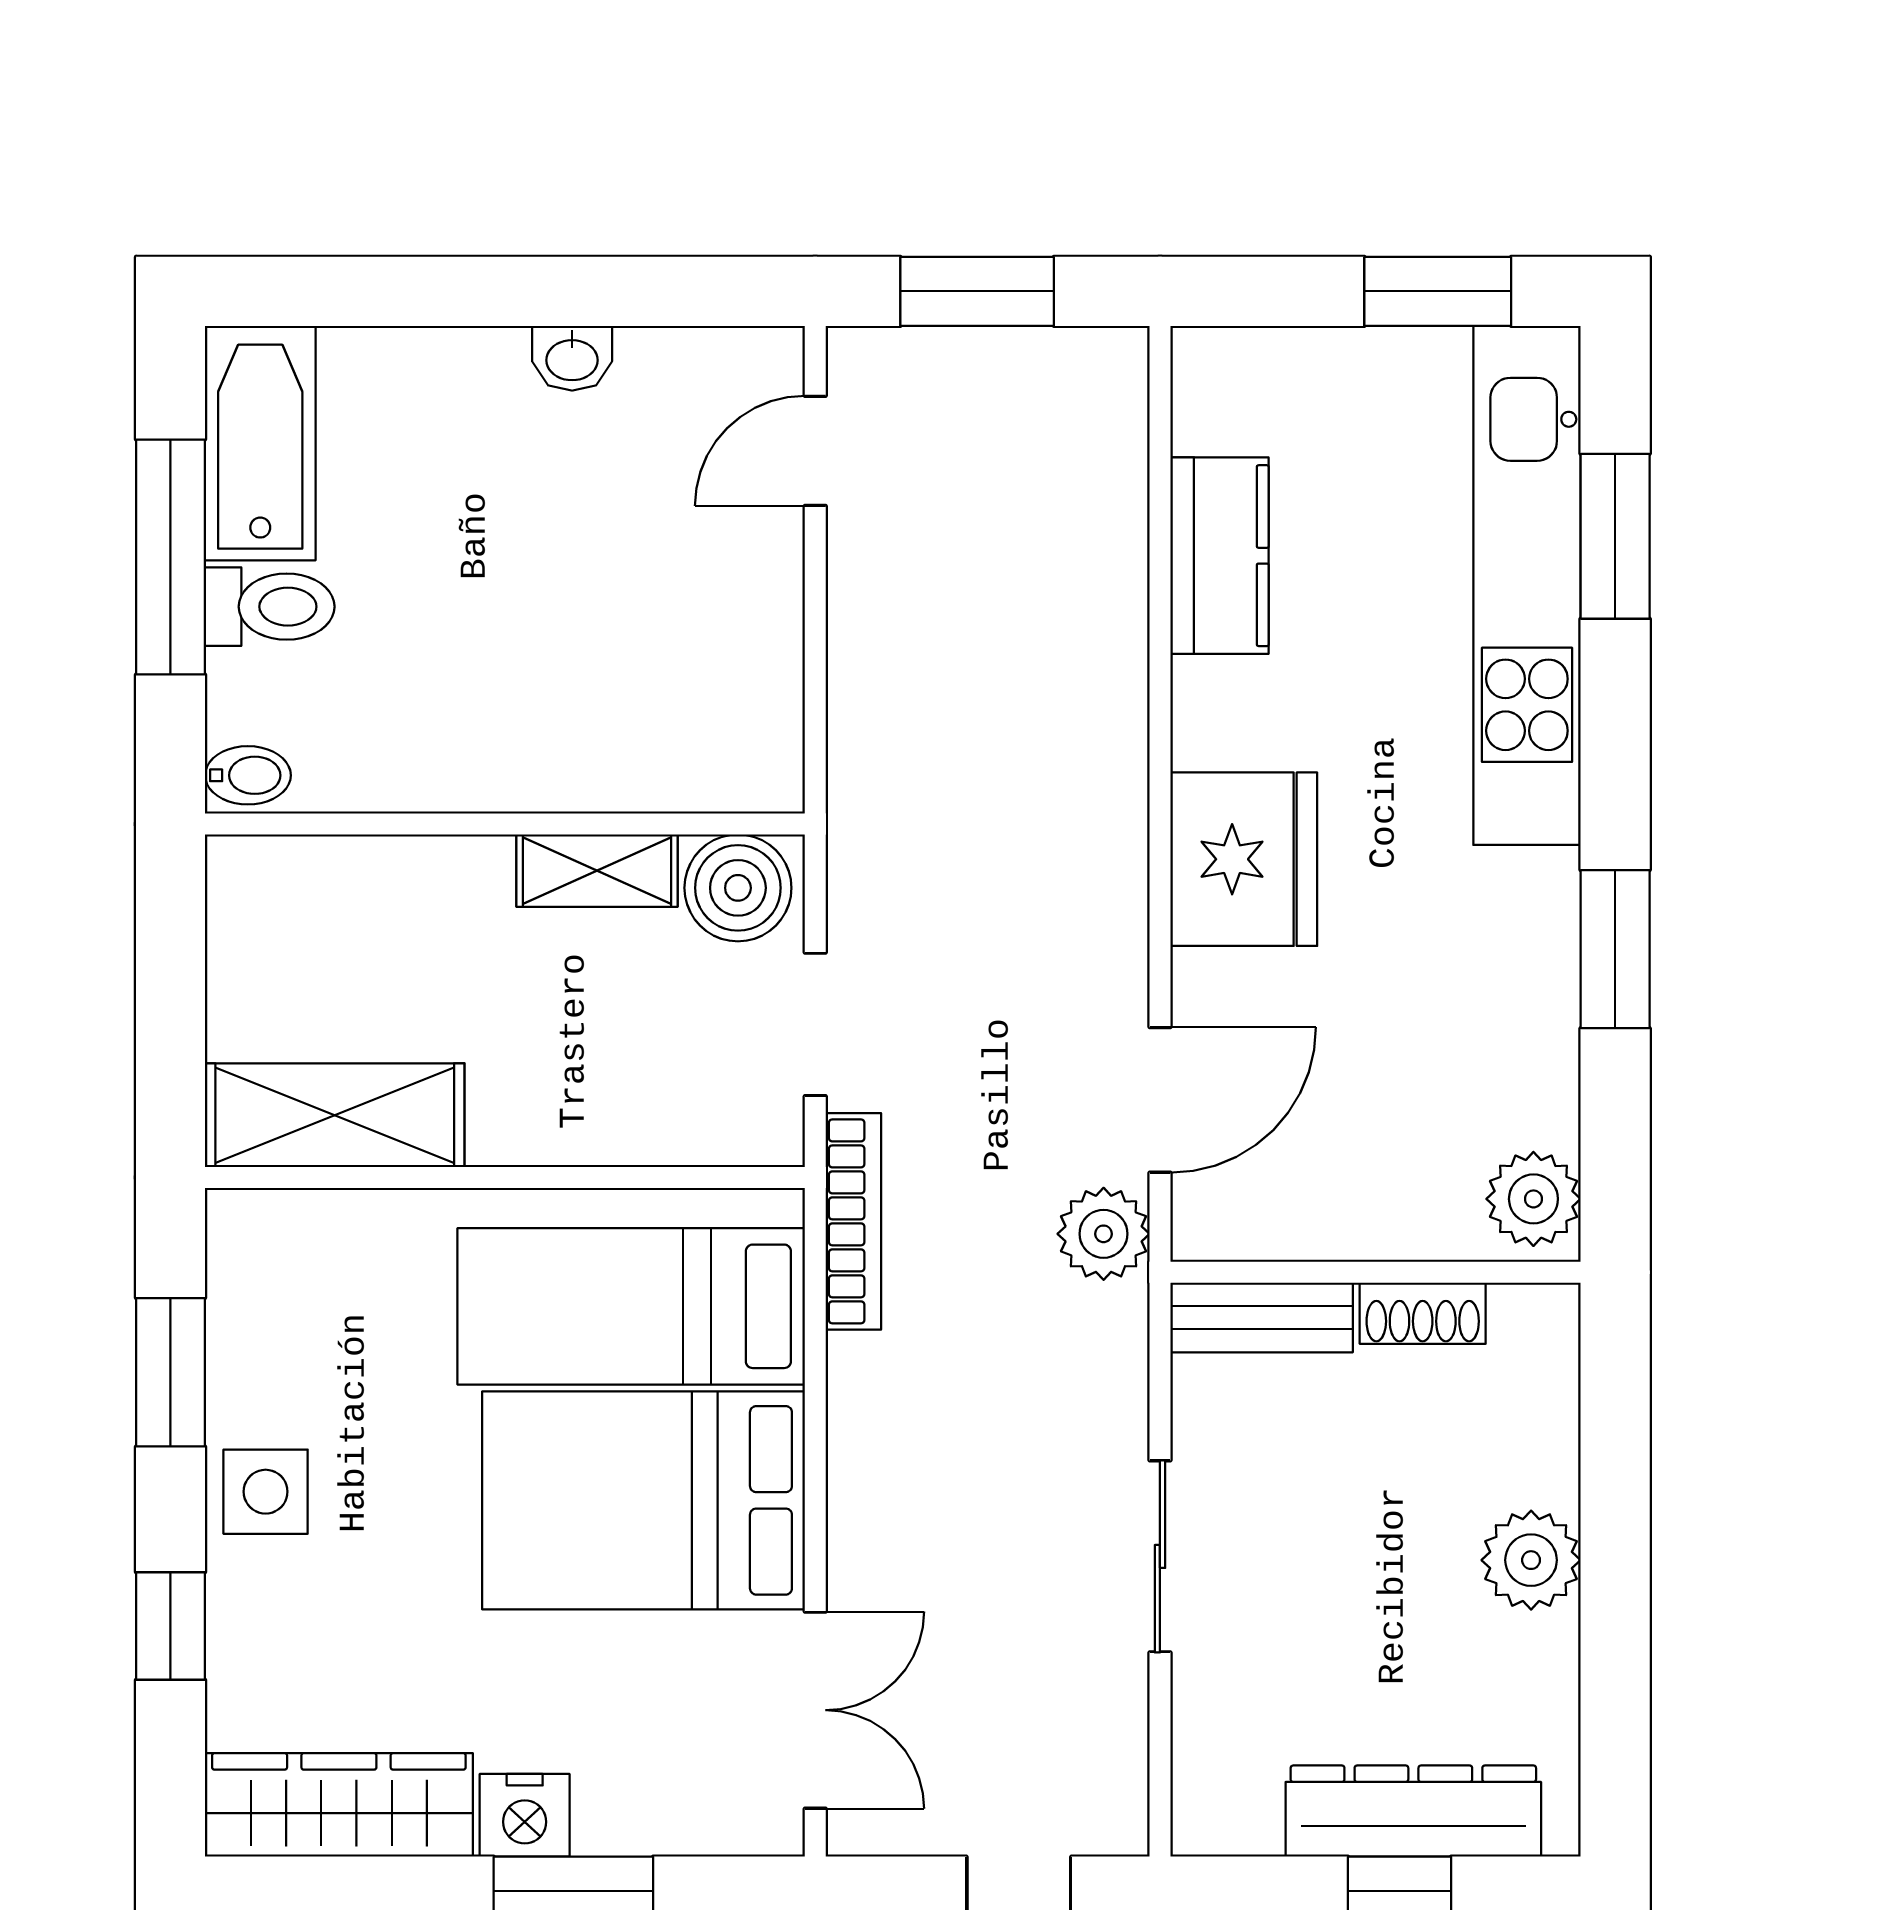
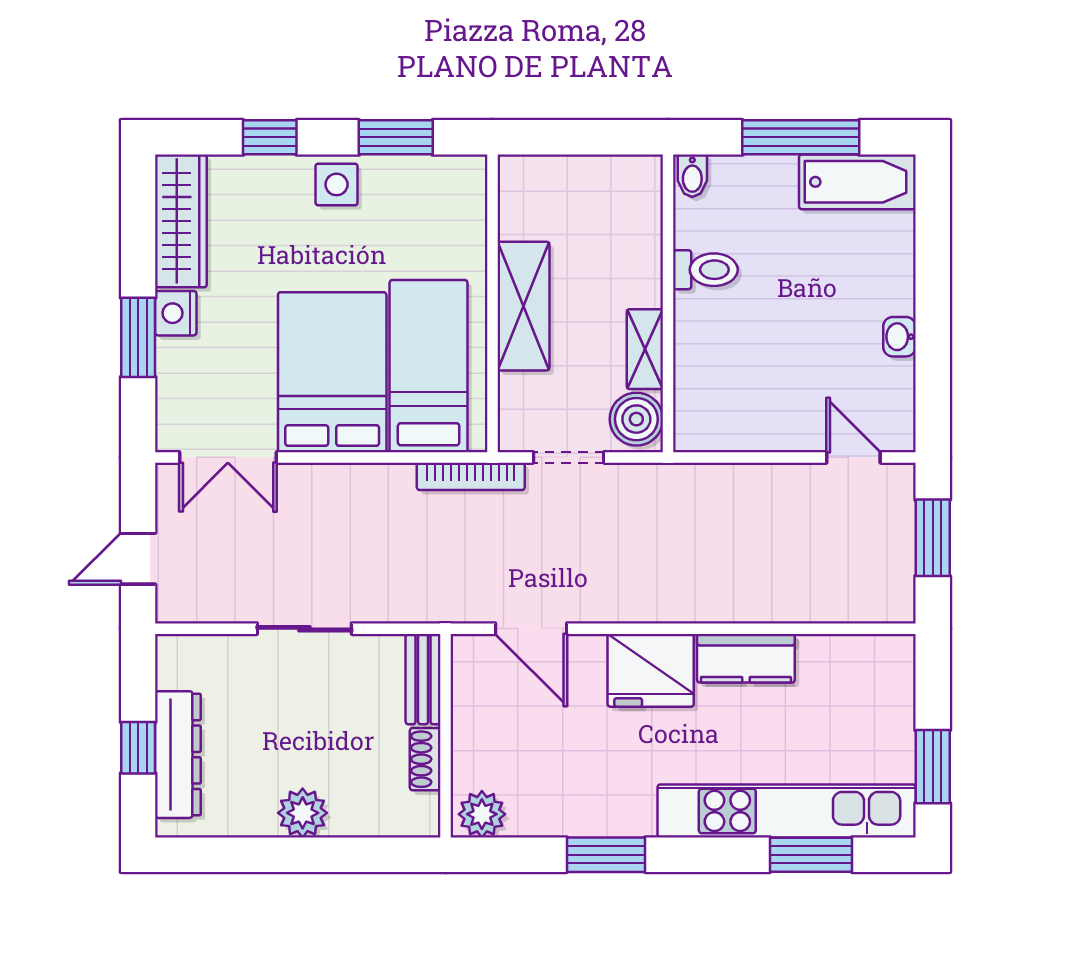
kitchen counter: (1219, 556) -> (746, 658), moved
toilet: (270, 607) -> (705, 270), moved, turned -90
shelving: (335, 1115) -> (523, 306), moved
plant: (1104, 1234) -> (465, 601), removed

